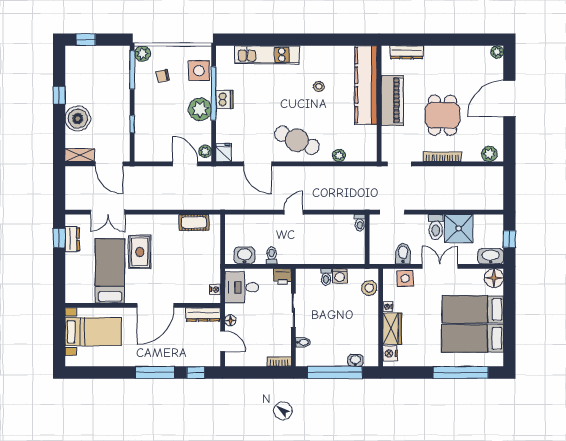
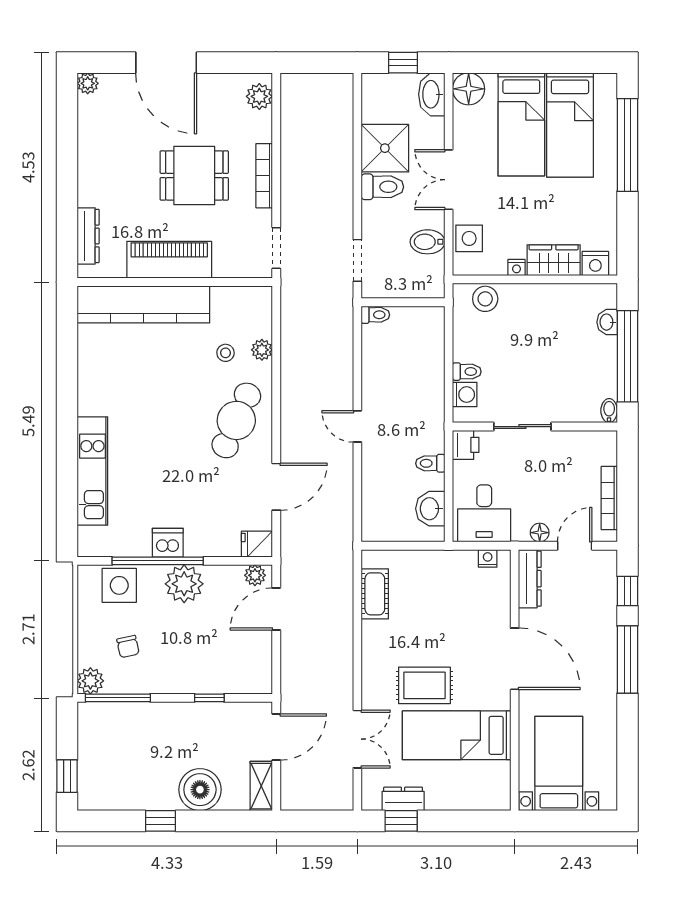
stool: (319, 86) -> (225, 353), moved
washing machine: (340, 276) -> (465, 395), moved
bidet: (303, 342) -> (609, 411), moved
bookcase: (279, 362) -> (609, 498), moved, width x1.56

